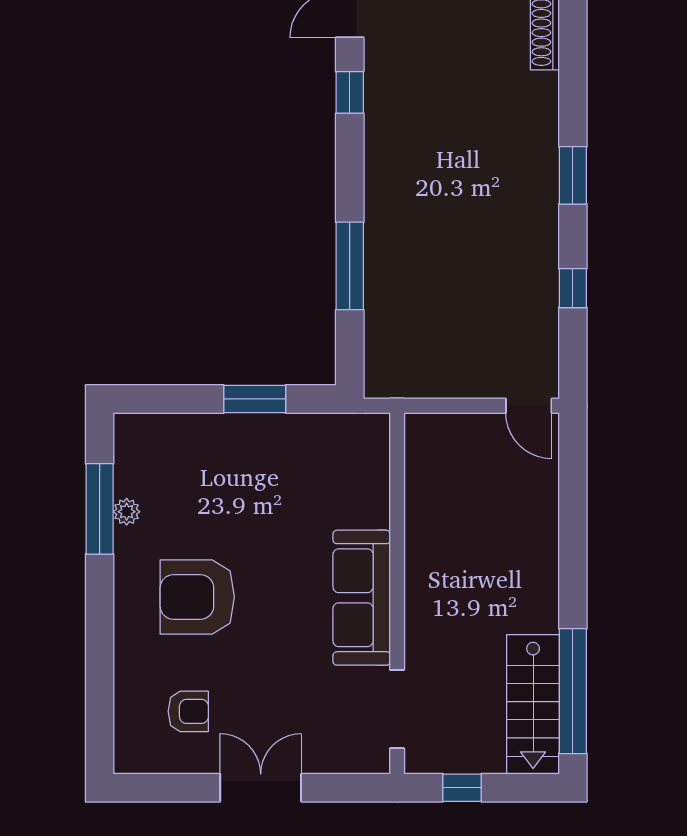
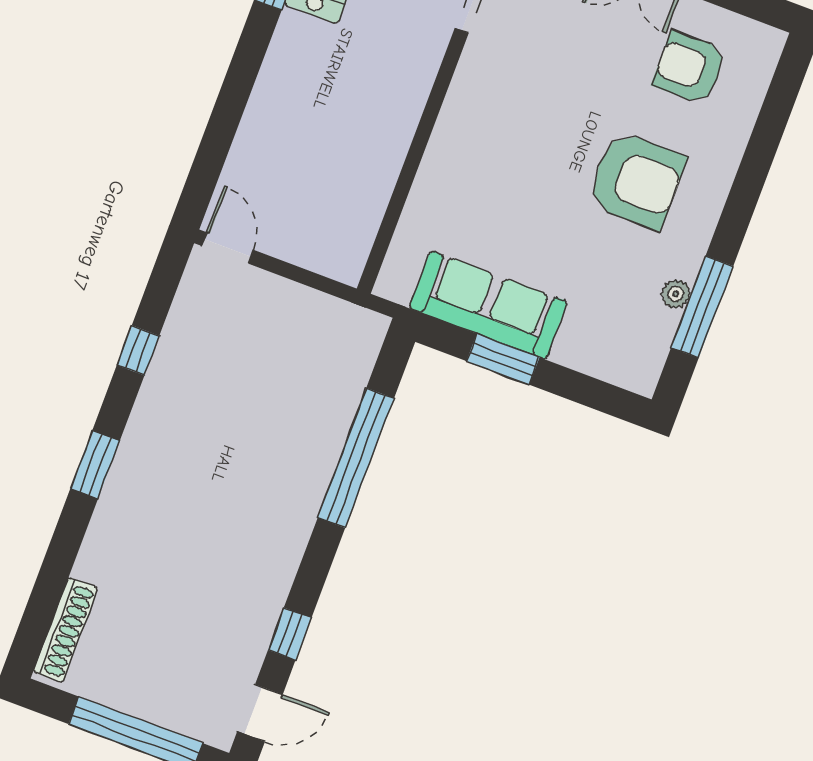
window: (350, 266) -> (356, 458), width x1.46
sofa: (362, 598) -> (488, 305), moved, turned -90
armchair: (188, 711) -> (689, 68), width x1.38, depth x1.38

